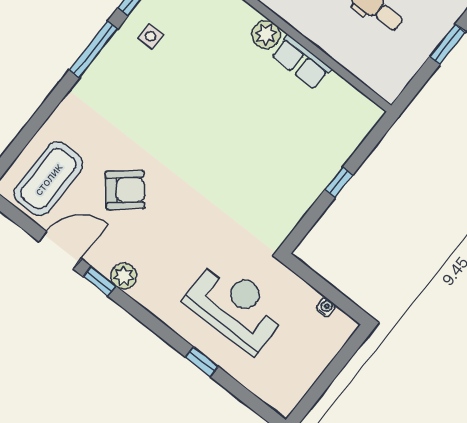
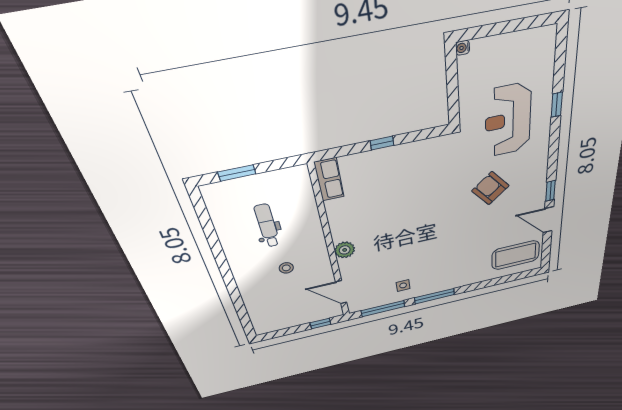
row of seats: (301, 62) -> (329, 180), moved
armchair: (125, 190) -> (490, 188), moved
plant: (124, 276) -> (538, 184), removed
water cooler: (326, 307) -> (463, 48), moved

